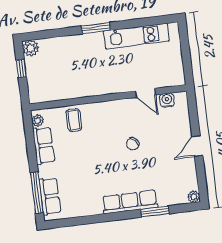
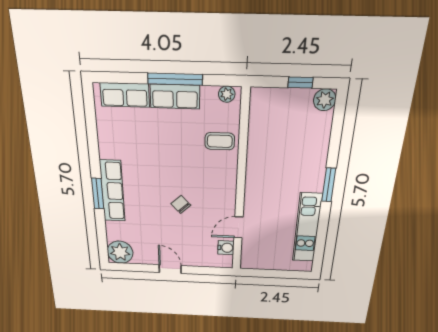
row of seats: (44, 146) -> (175, 97), moved
window: (37, 193) -> (175, 79), moved
plant: (194, 197) -> (120, 252), width x1.88, depth x1.88
window: (155, 212) -> (98, 194), moved

